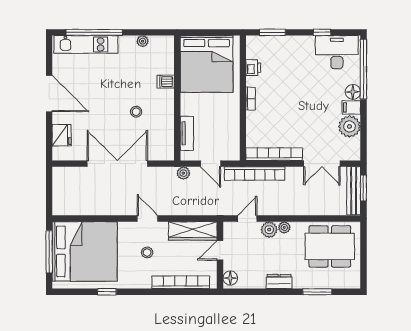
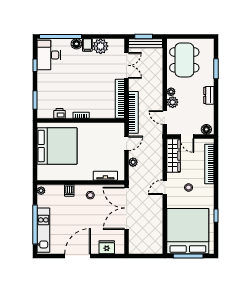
dishwasher: (166, 82) -> (69, 190), moved
wall: (177, 98) -> (81, 182), moved
tv unit: (187, 133) -> (105, 176), moved

